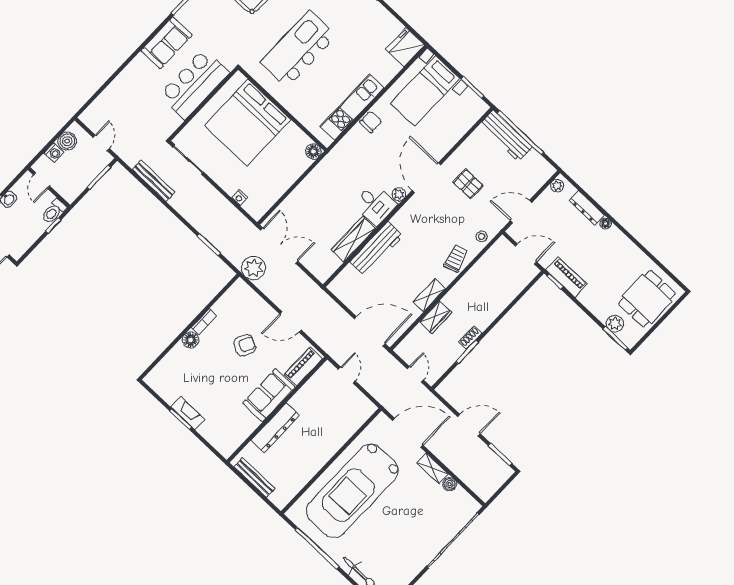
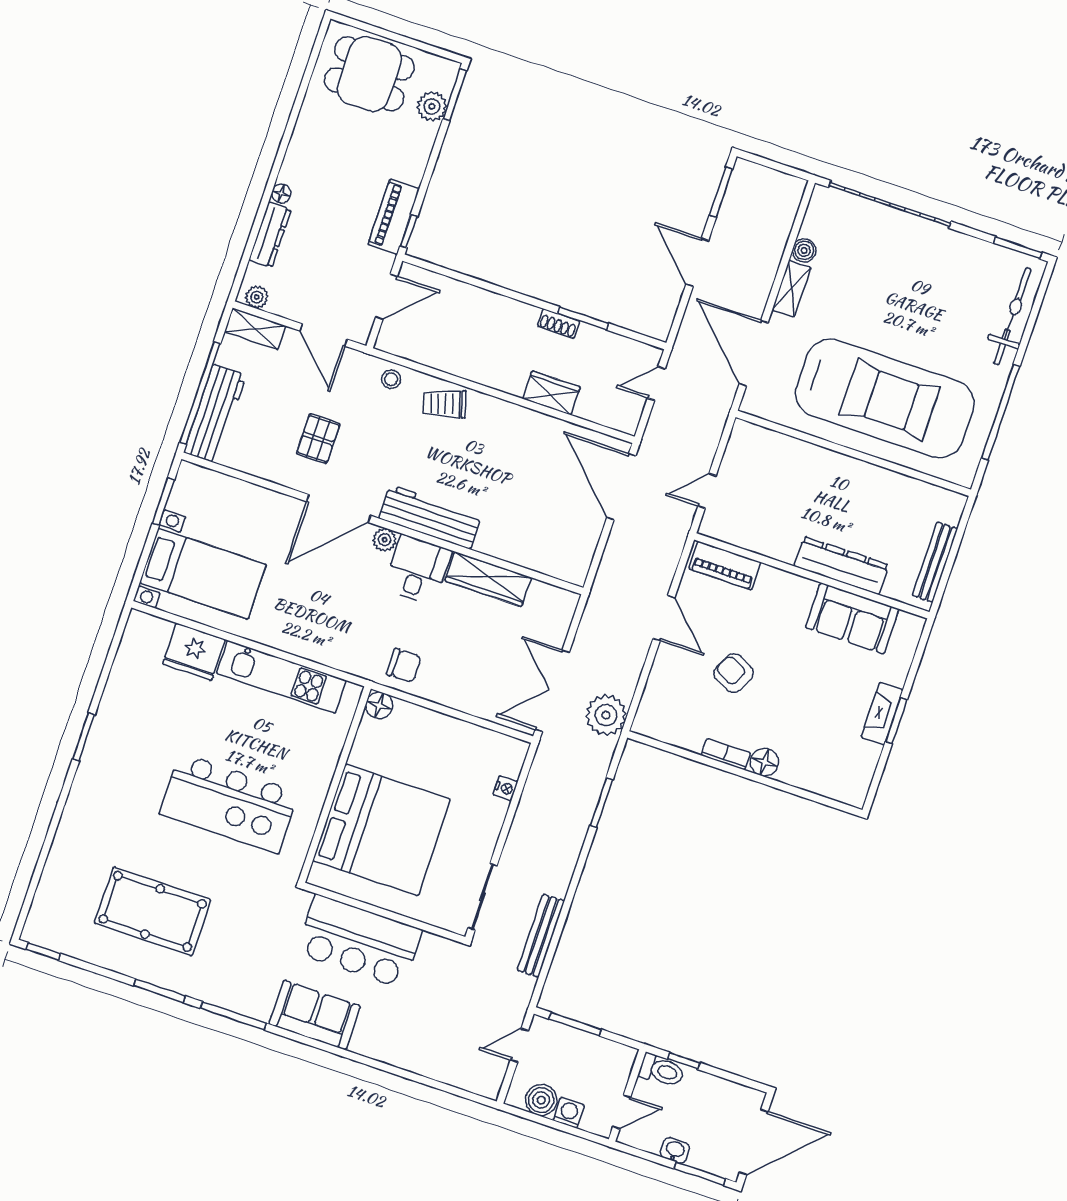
fridge: (405, 47) -> (194, 652), moved
chair: (371, 122) -> (404, 665), moved, turned 180
workbench: (376, 249) -> (430, 517), moved
door: (526, 254) -> (387, 297), swing flipped
shelving: (429, 295) -> (255, 329), moved
sofa: (269, 395) -> (852, 618), moved

